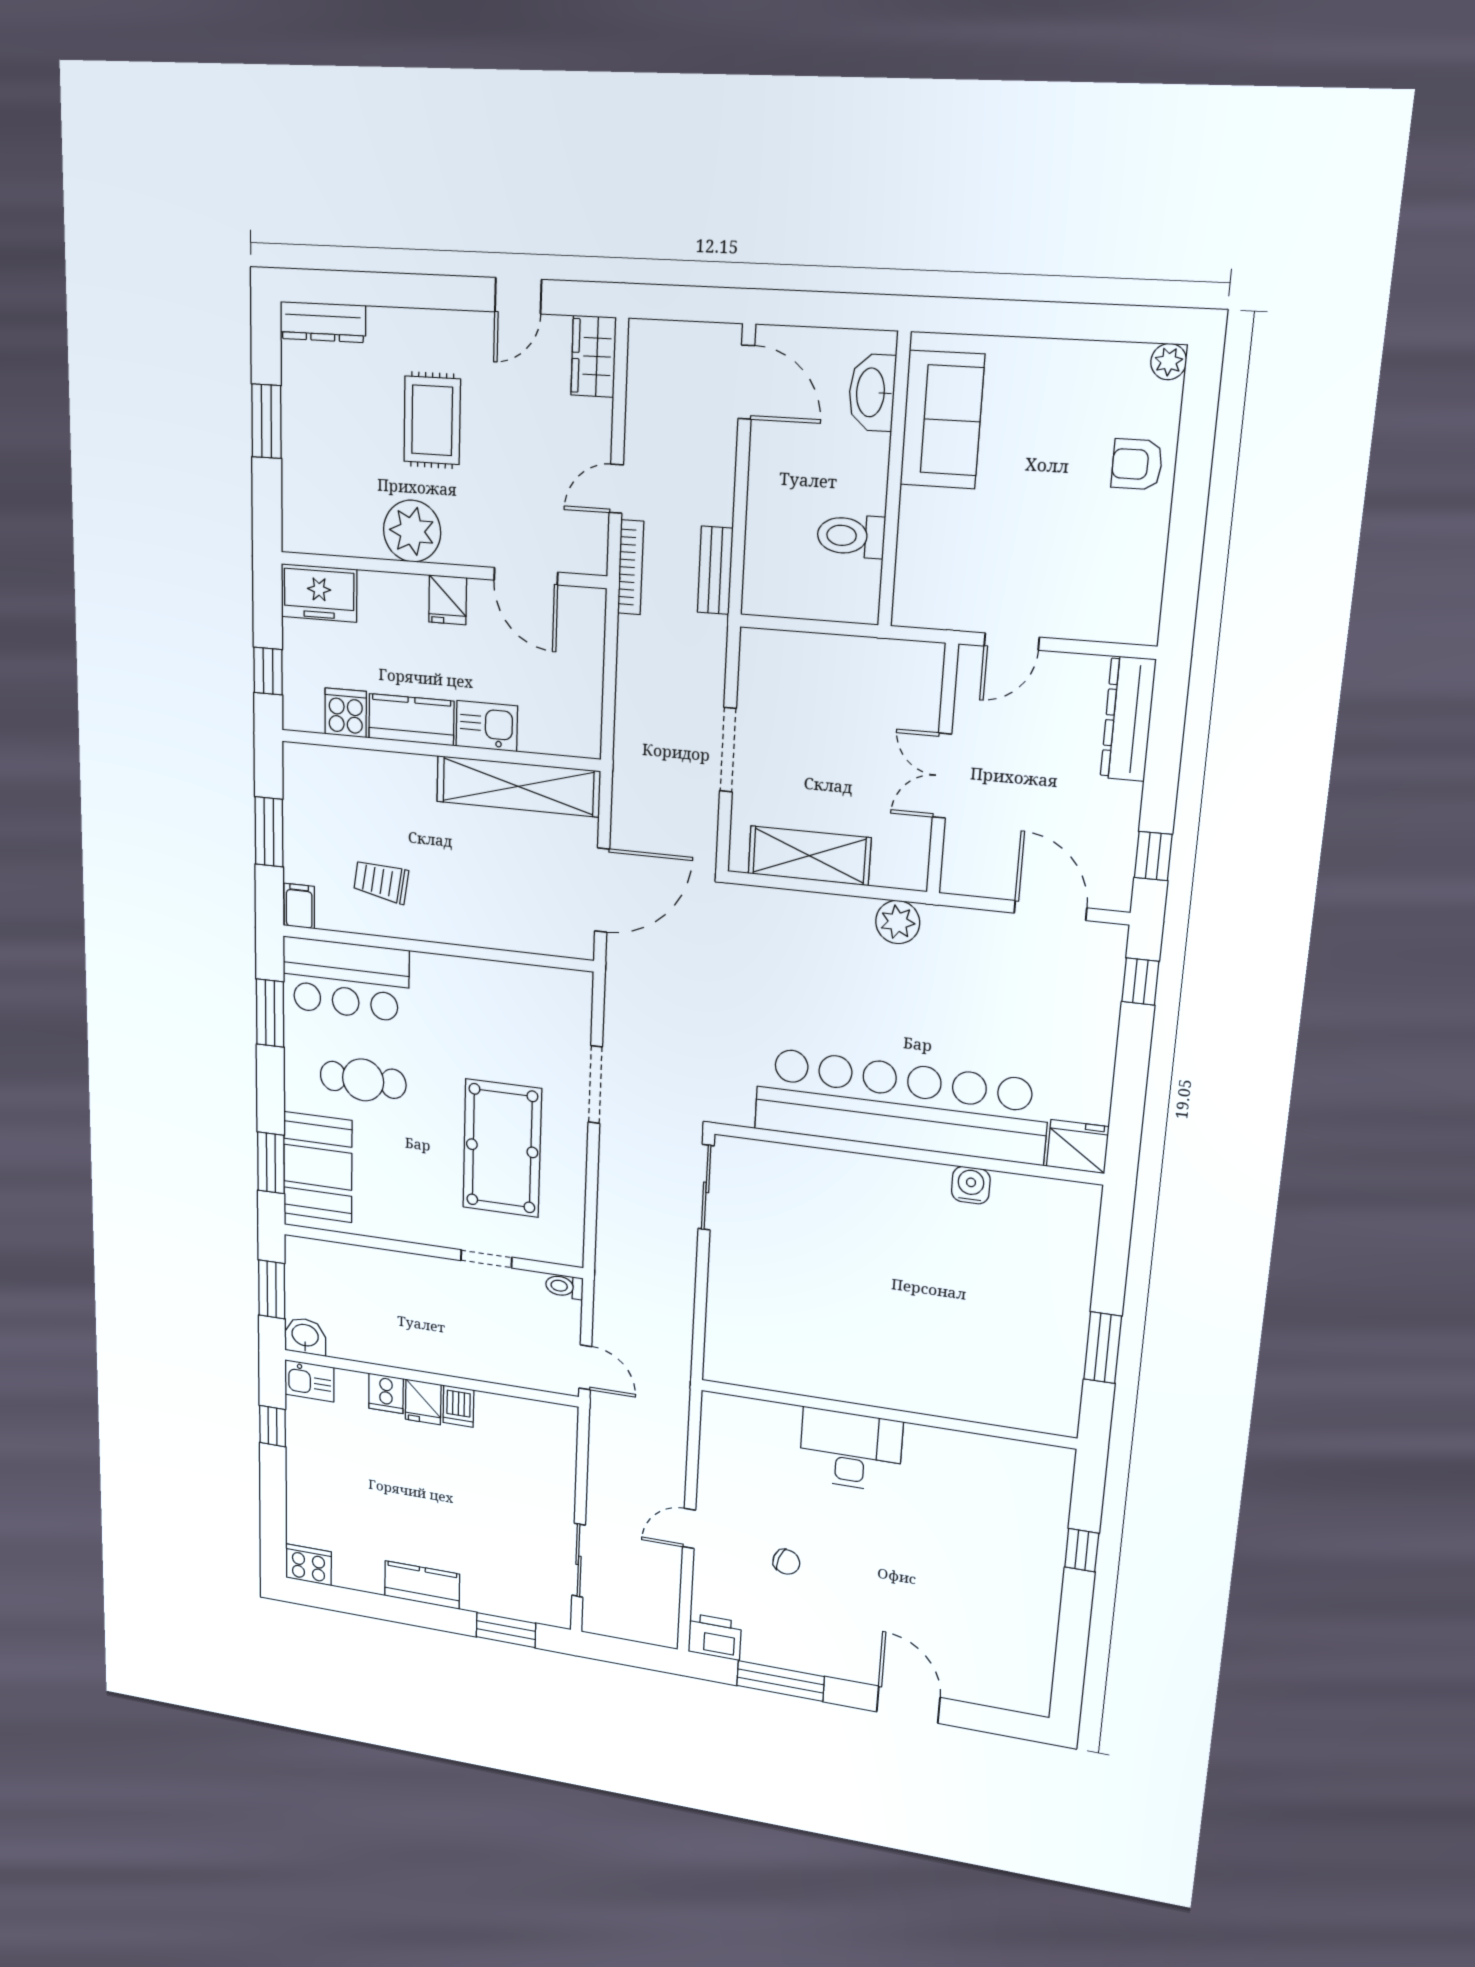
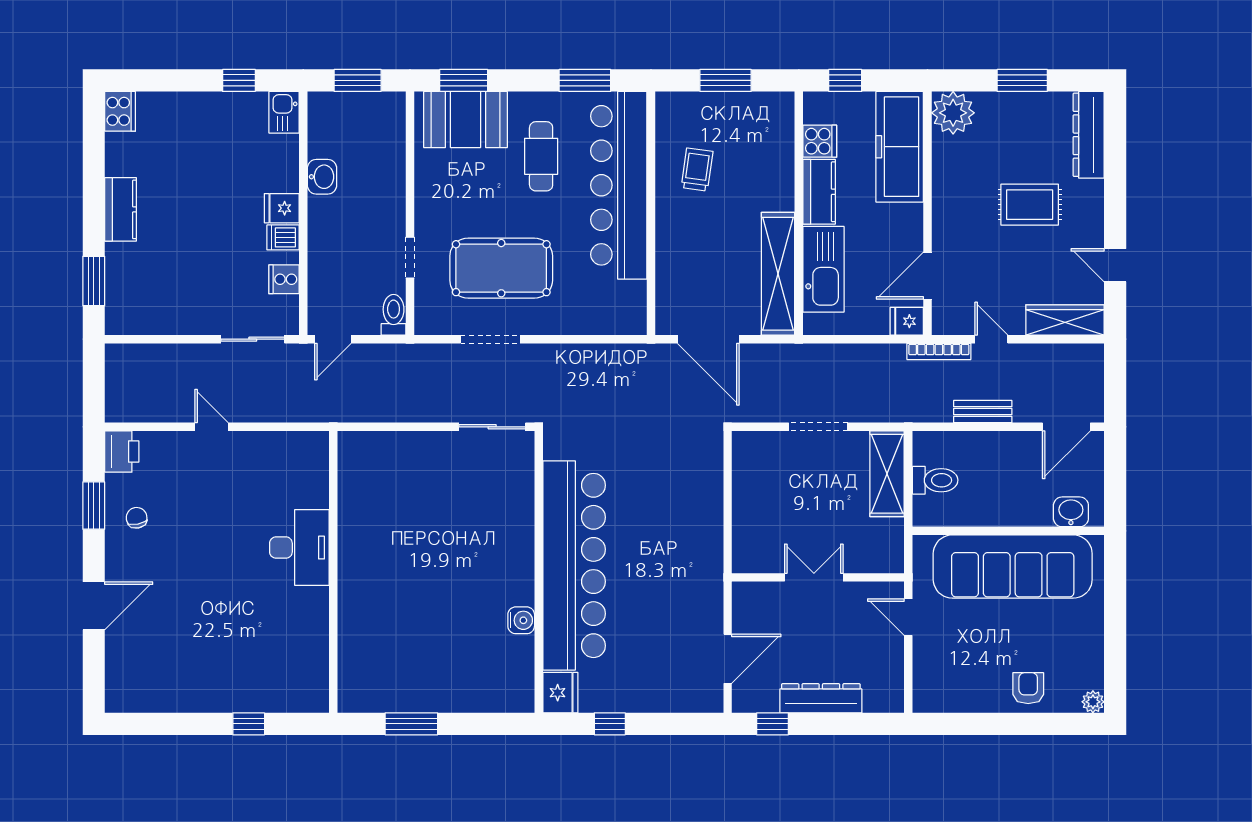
dresser: (323, 322) -> (1089, 135), width x1.37, depth x1.24
wardrobe: (594, 356) -> (1065, 320), width x1.50
washbasin: (872, 392) -> (1071, 512), width x0.72
sofa: (942, 420) -> (1013, 567), width x1.85, depth x1.27
plant: (412, 531) -> (953, 113), moved
toilet: (851, 536) -> (935, 480), moved, turned 90
bench: (715, 570) -> (983, 412), moved
freezer: (319, 593) -> (900, 147), width x1.91, depth x1.26
fridge: (448, 600) -> (907, 321), moved
dresser: (1128, 719) -> (821, 698), moved
kitchen sink: (487, 726) -> (823, 269), width x1.87, depth x1.24
shelving: (809, 856) -> (887, 474), moved
filing cabinet: (299, 906) -> (671, 104), removed
plant: (898, 922) -> (708, 554), removed
bar counter: (346, 979) -> (619, 185), width x1.86
window: (1140, 981) -> (610, 724), moved
doorway: (595, 1085) -> (490, 339), moved
toilet: (564, 1286) -> (394, 315), width x1.37, depth x1.39
washbasin: (305, 1336) -> (322, 177), moved
cooker: (386, 1393) -> (284, 279), moved
sliding door: (579, 1560) -> (253, 339), moved
chair: (786, 1562) -> (137, 518), moved, turned 151
window: (780, 1681) -> (94, 506), width x0.69

